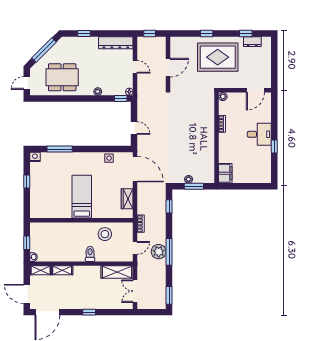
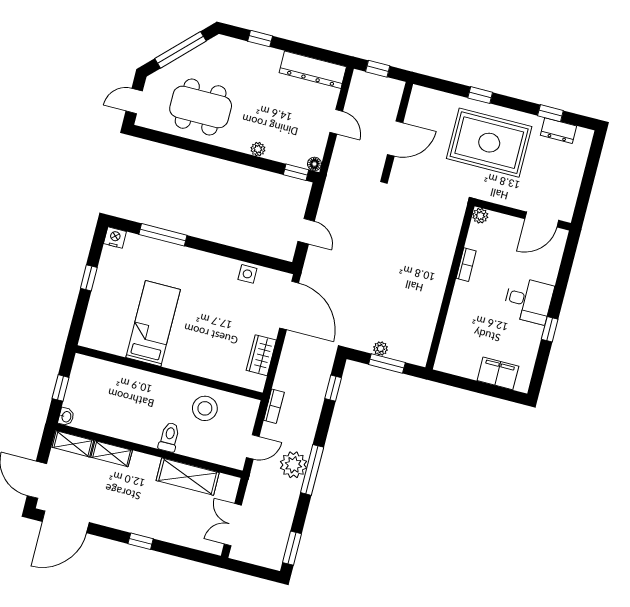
filing cabinet: (225, 173) -> (498, 373), moved, turned -90
bed: (82, 197) -> (153, 323), moved
shelving: (117, 272) -> (188, 477), moved

